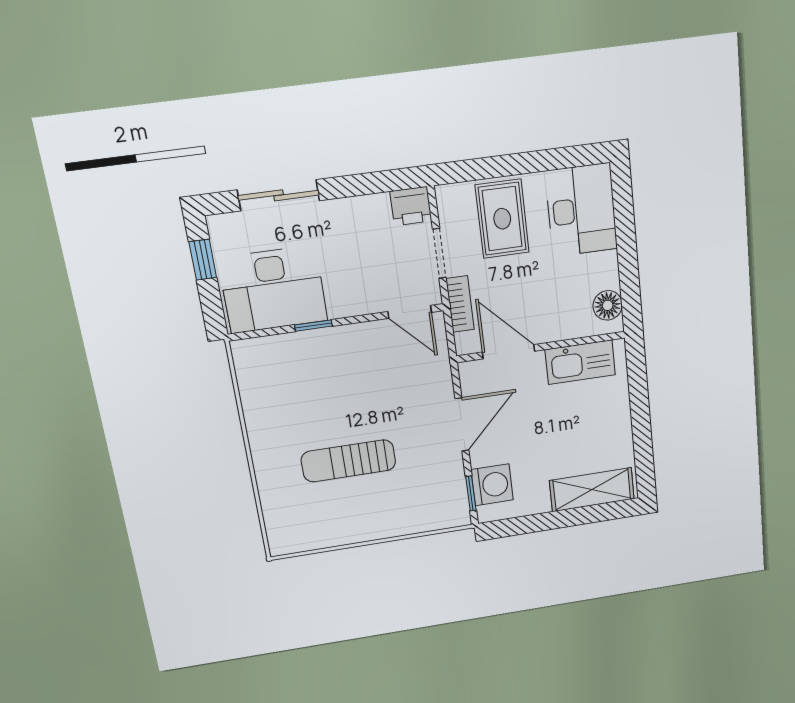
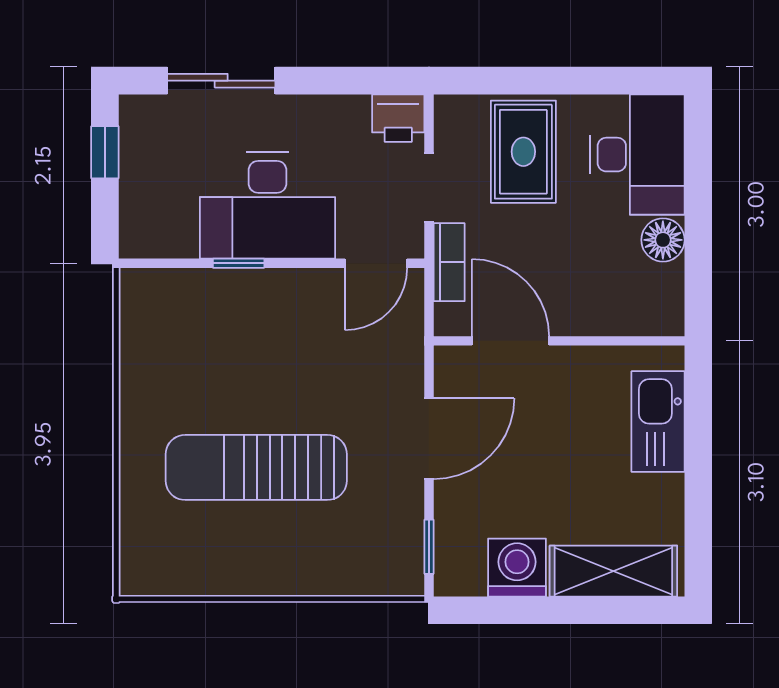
desk: (273, 289) -> (268, 206), moved
floor lamp: (608, 305) -> (663, 240), moved
door: (410, 312) -> (376, 263), hinge flipped
kitchen sink: (580, 362) -> (658, 422), moved, turned 90
sun lounger: (348, 461) -> (256, 467), width x1.36, depth x1.34
washing machine: (492, 485) -> (517, 568), moved, turned -90

